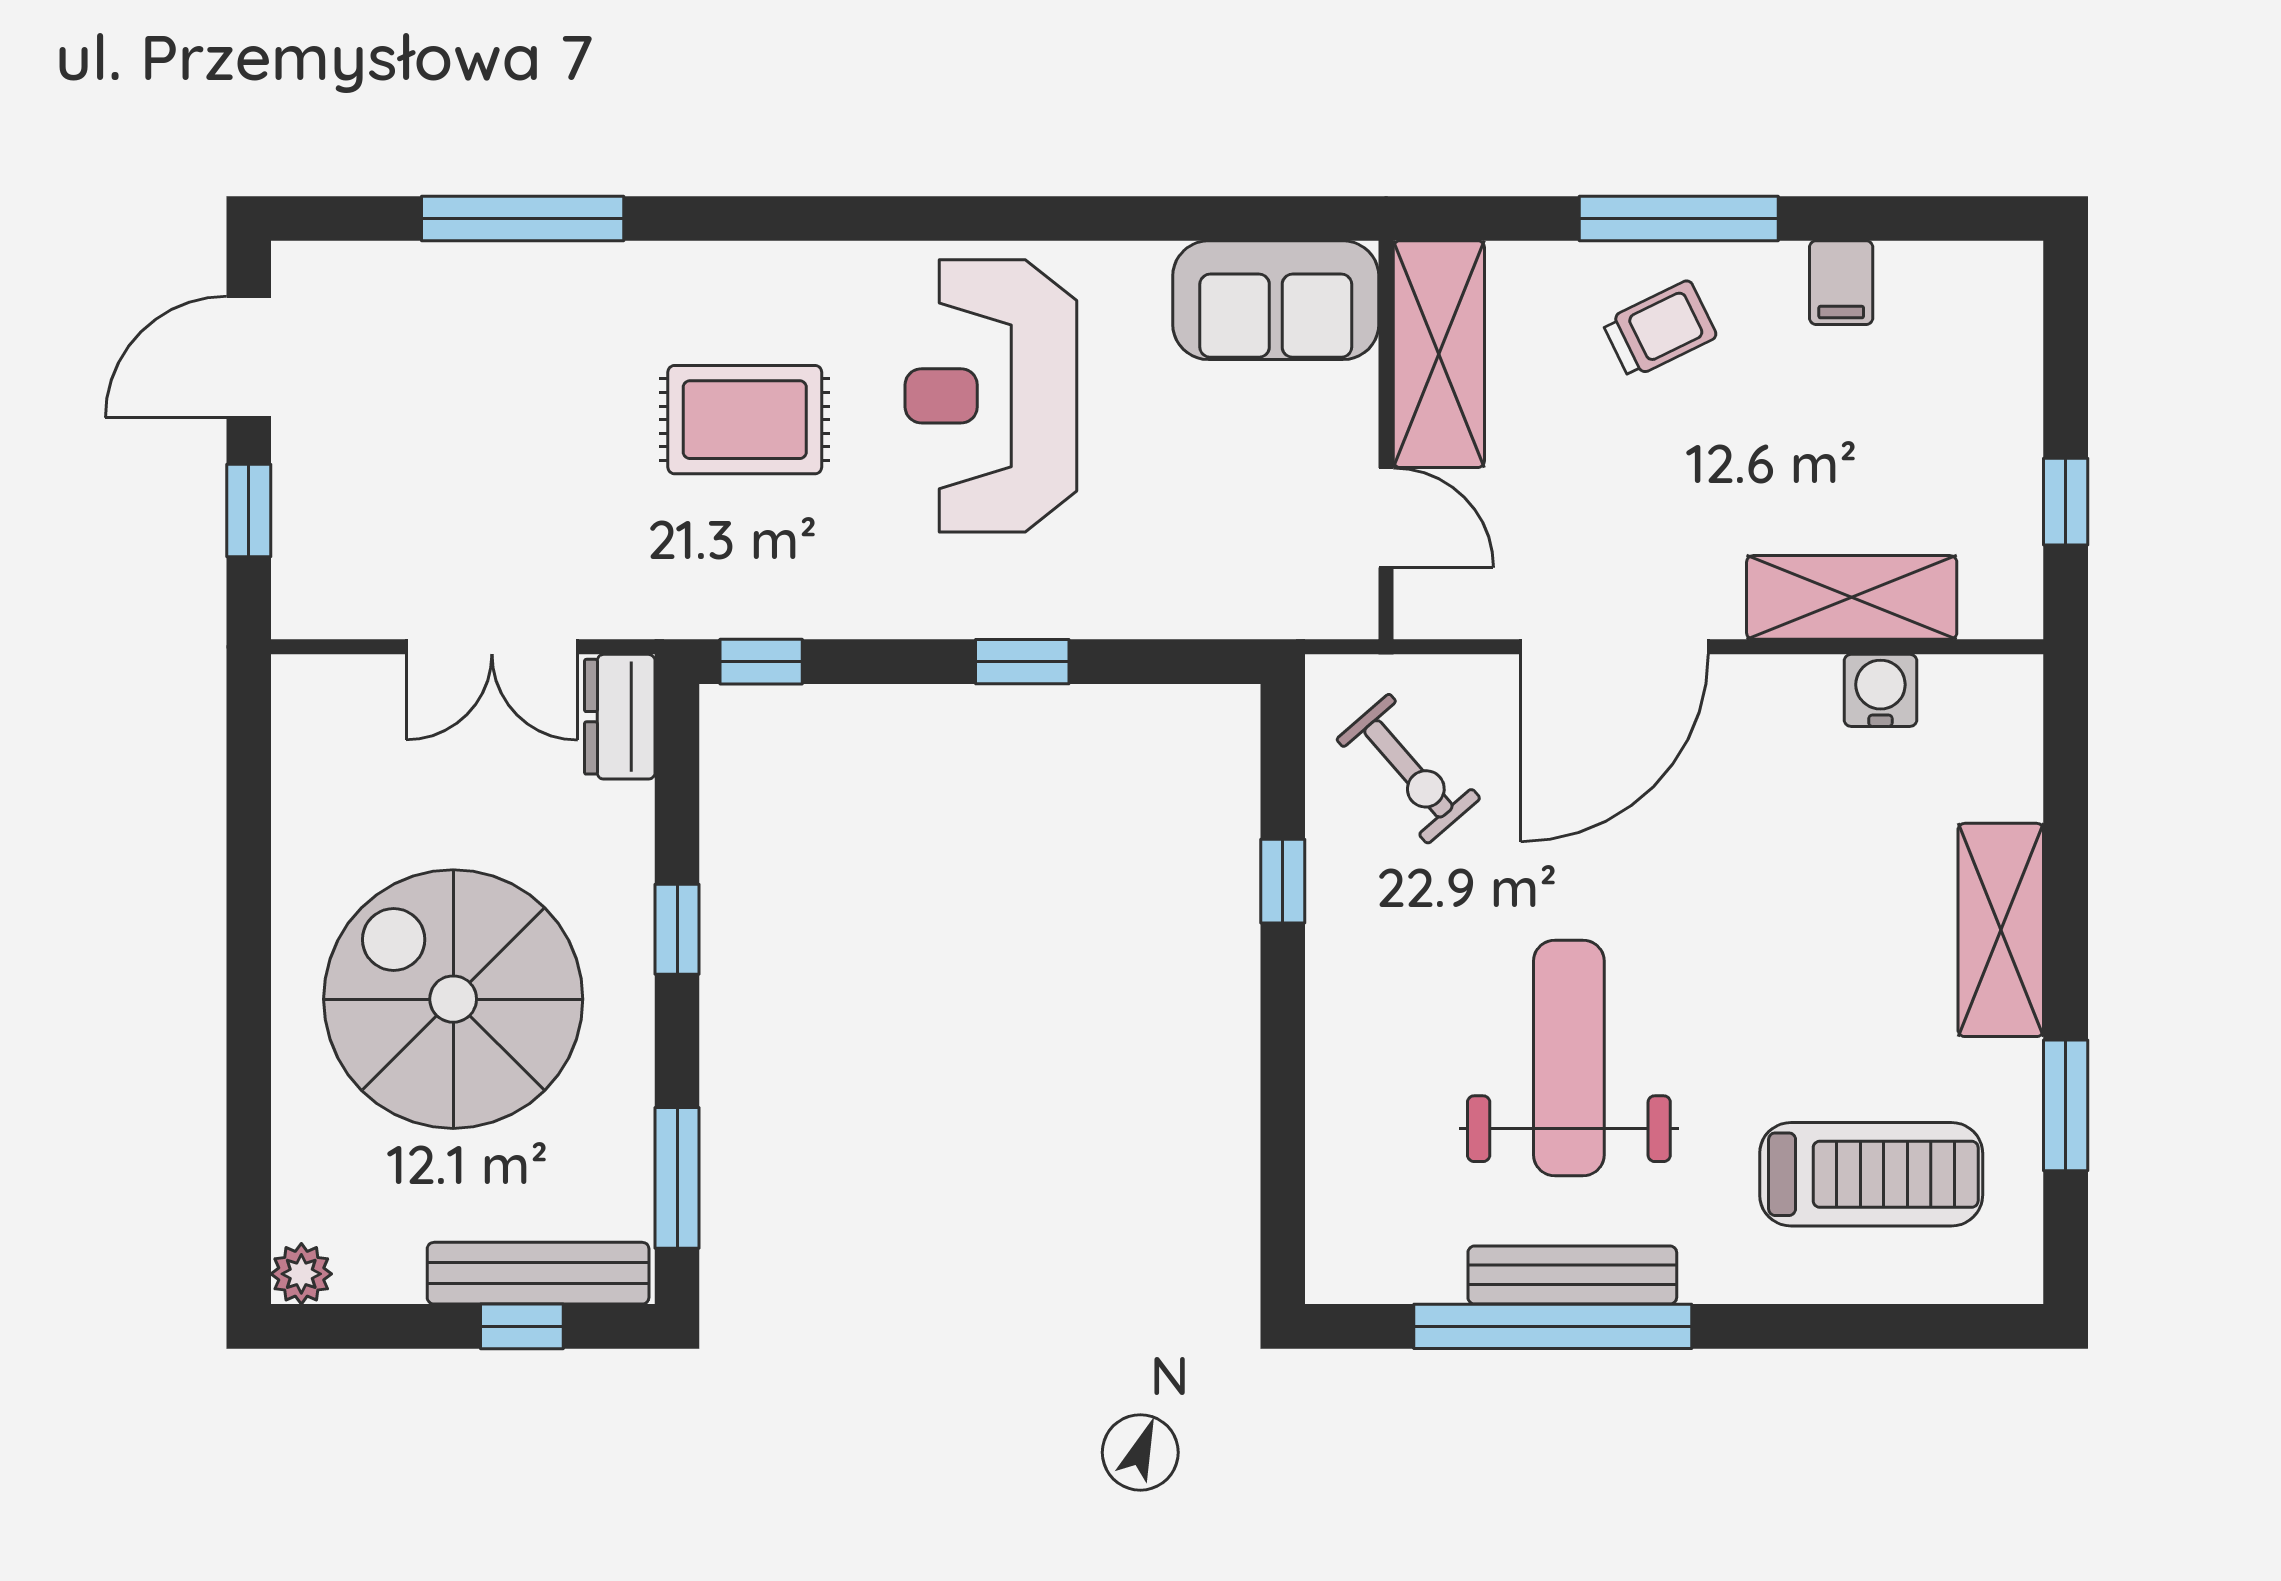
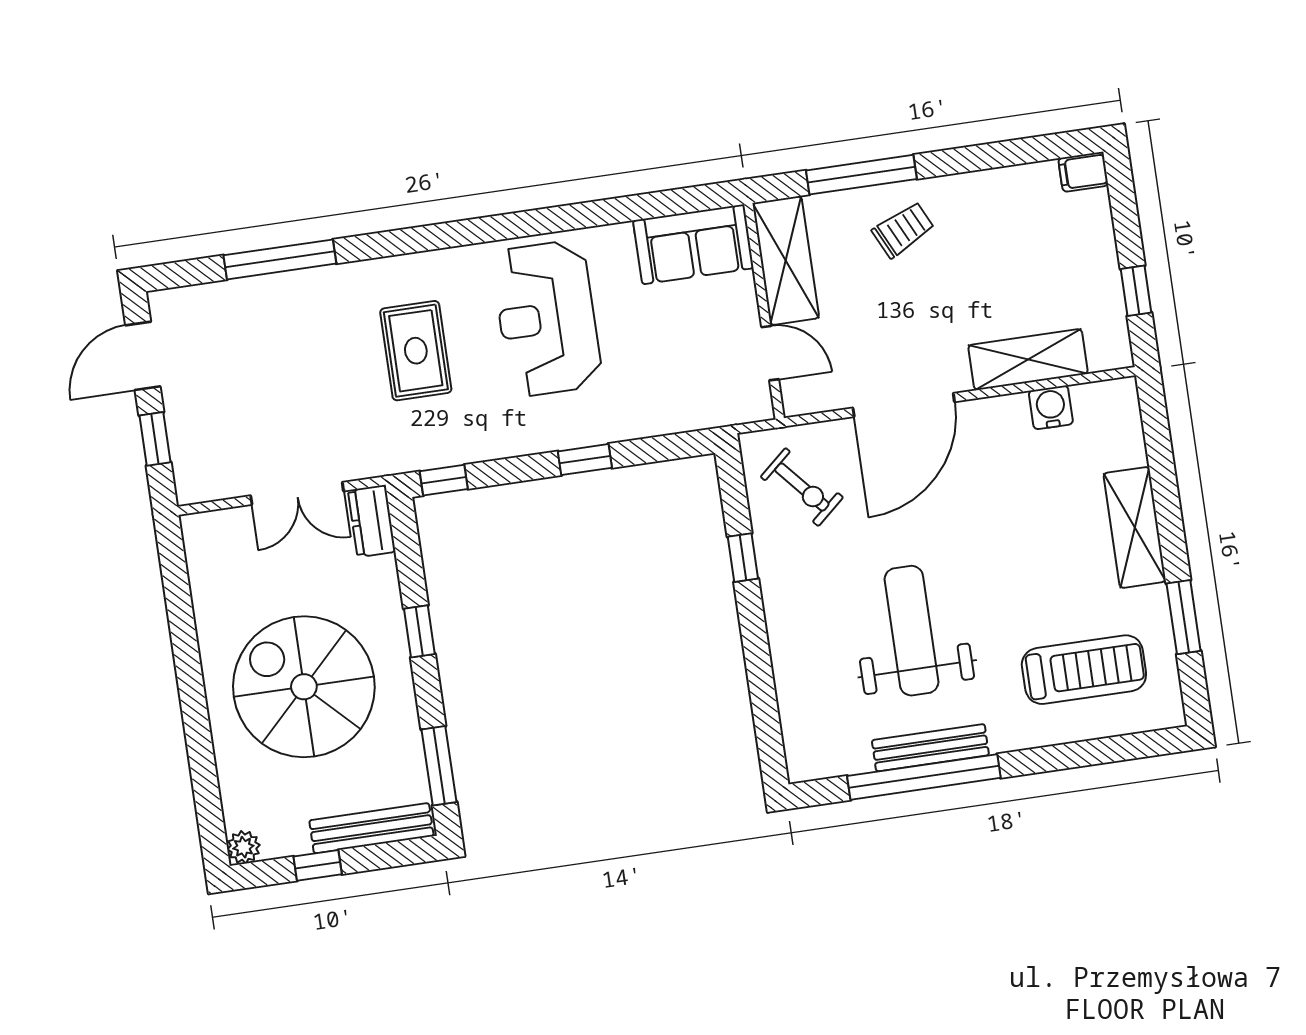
window: (1679, 218) -> (861, 175), moved
filing cabinet: (1841, 283) -> (1083, 172), moved, turned 90
rug: (745, 420) -> (416, 351), turned 90
window: (522, 1326) -> (318, 865), moved

